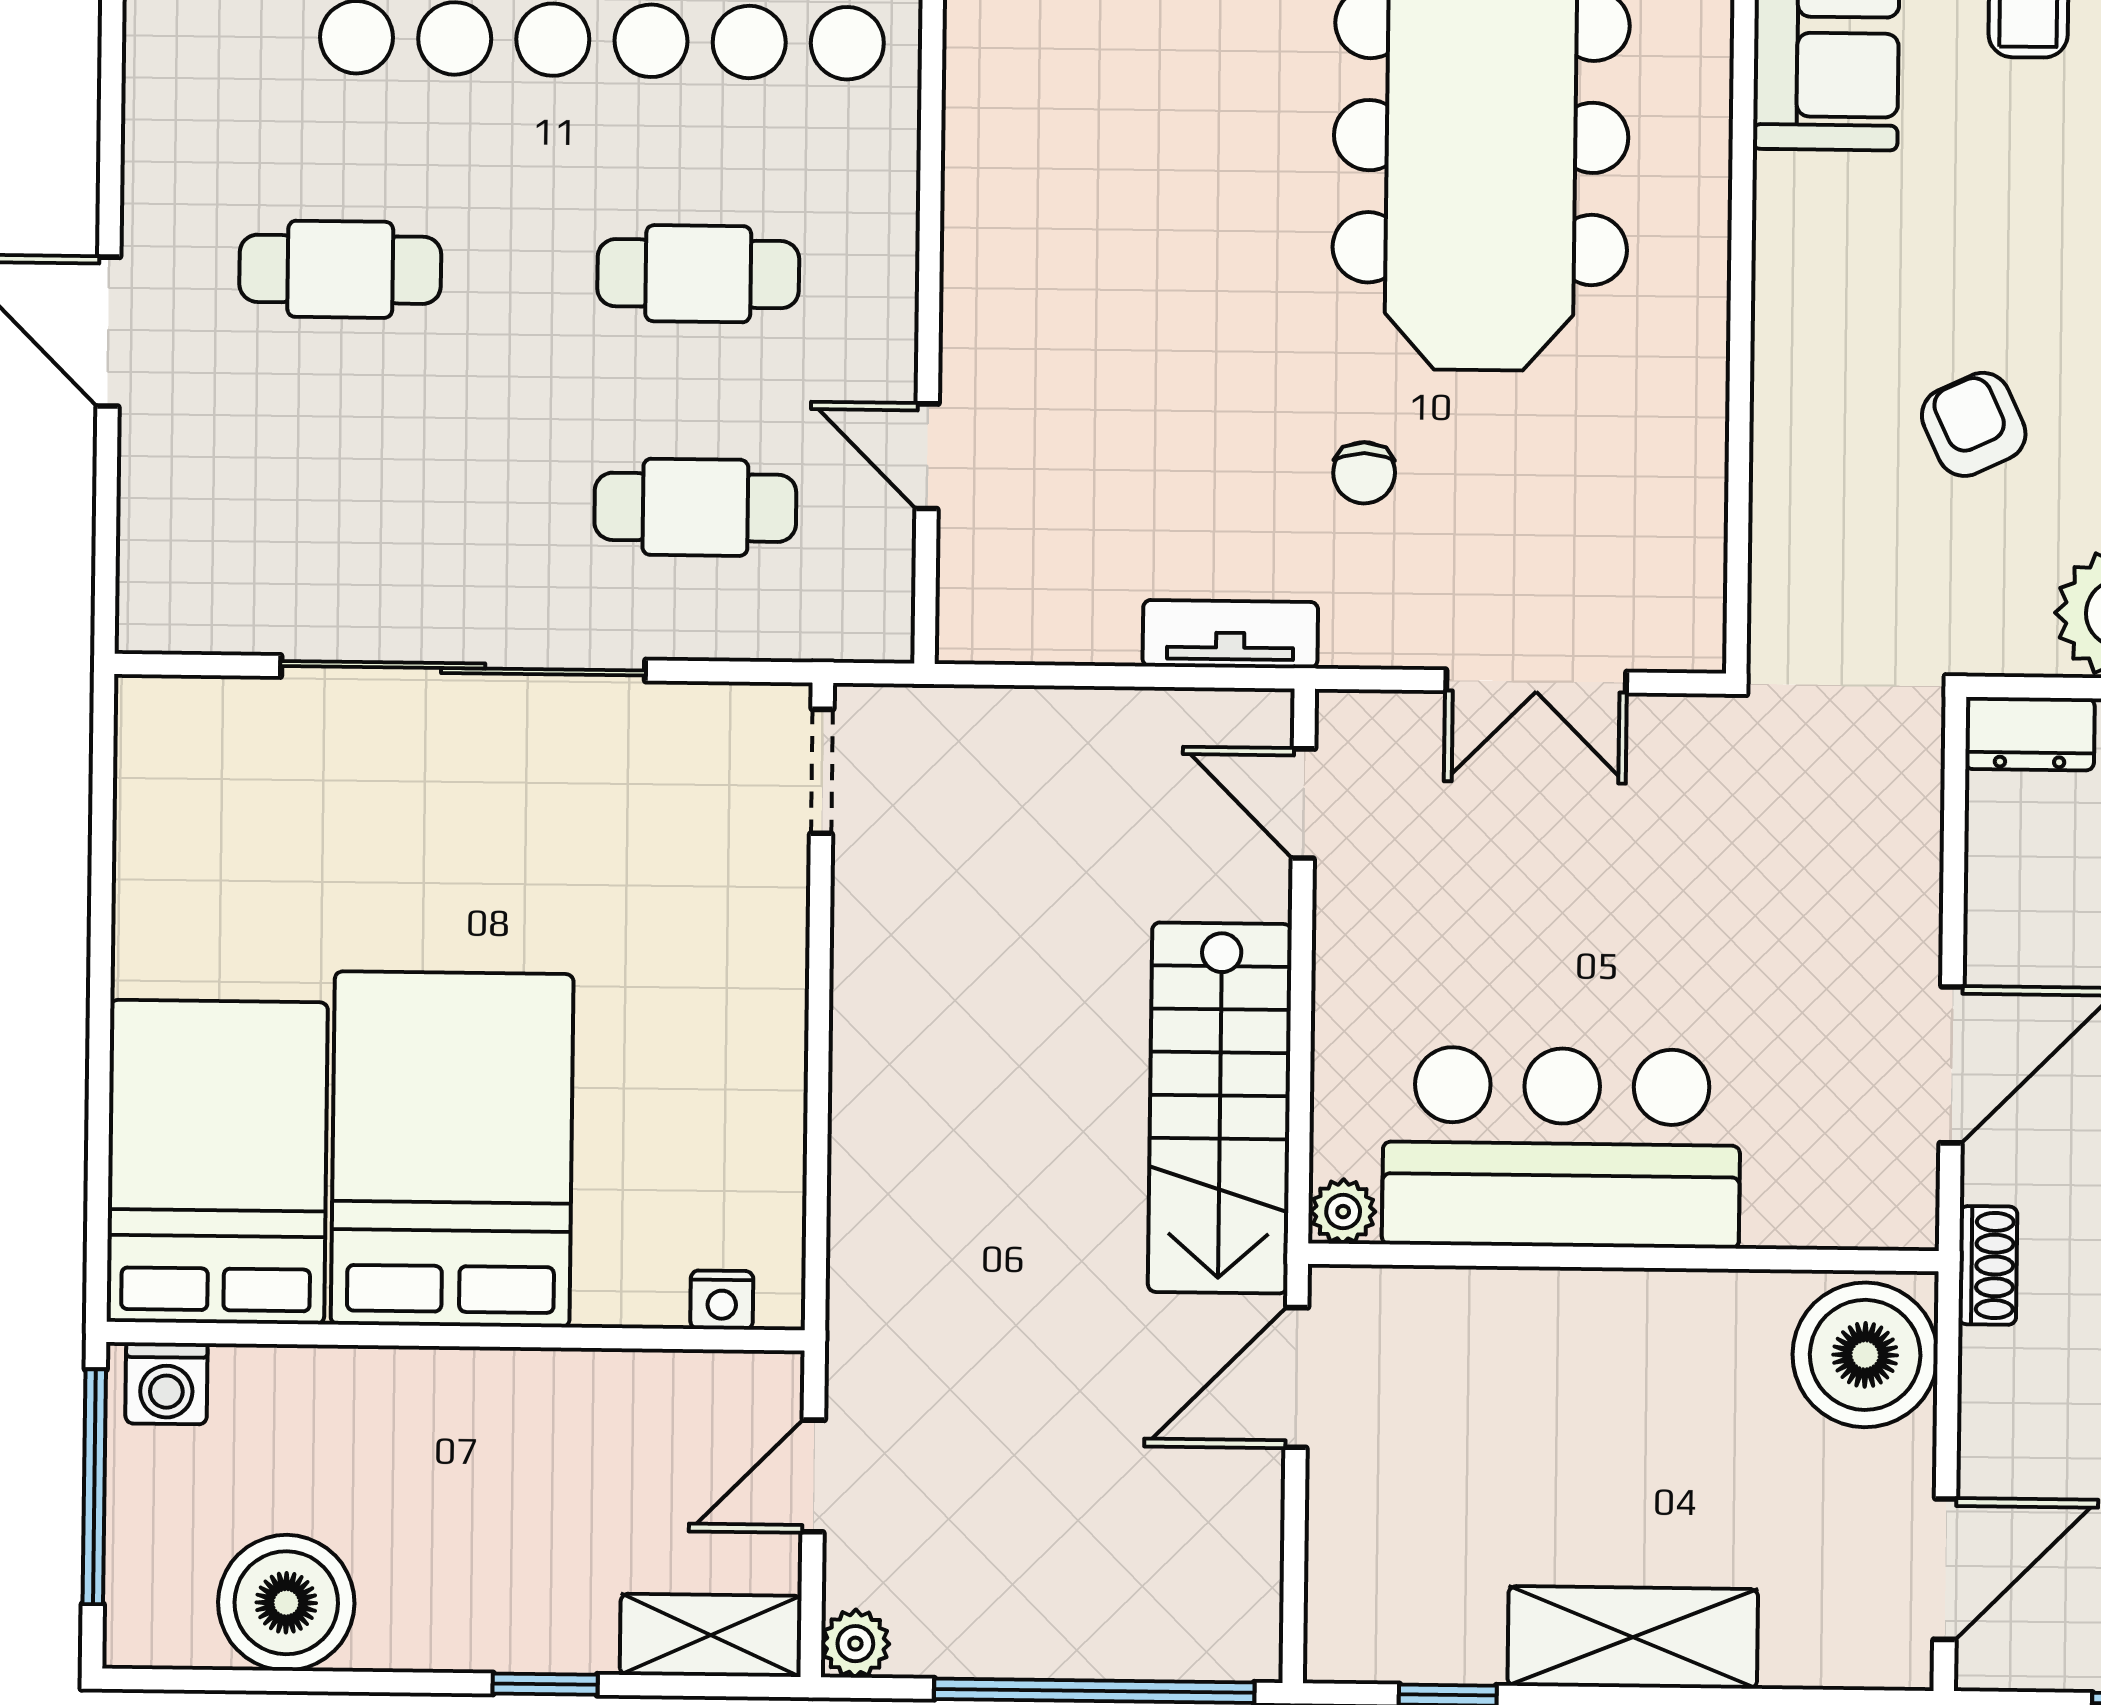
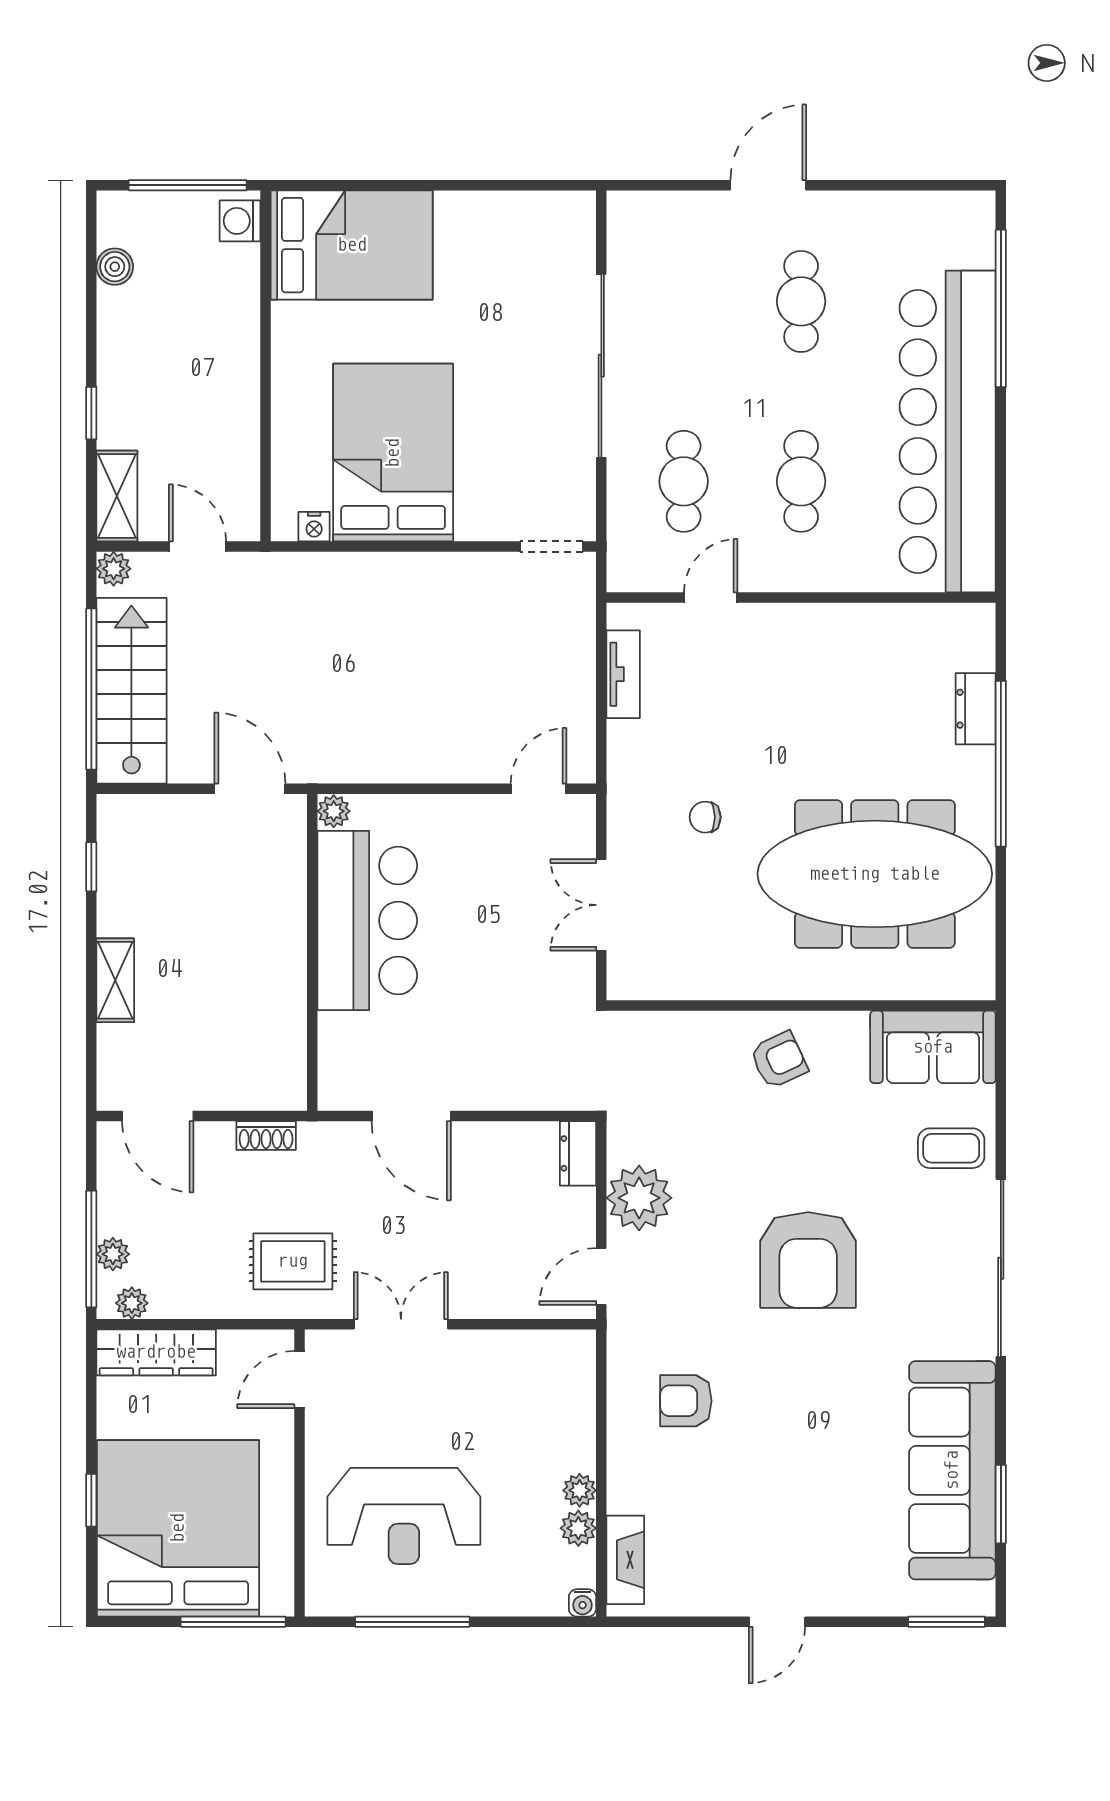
armchair: (1974, 424) -> (779, 1060), moved
tv unit: (1230, 634) -> (623, 674), moved
stairs: (1220, 1108) -> (131, 691), moved, turned 90
bed: (452, 1149) -> (393, 453), moved, turned -90
shoe rack: (1988, 1265) -> (266, 1136), moved
nightstand: (722, 1300) -> (314, 527), moved, turned -90
boiler: (1865, 1355) -> (265, 1074), removed
boiler: (286, 1603) -> (115, 267), width x0.54, depth x0.54
shelving: (1633, 1637) -> (115, 980), width x0.67, depth x0.75

